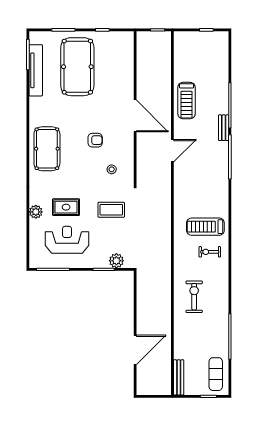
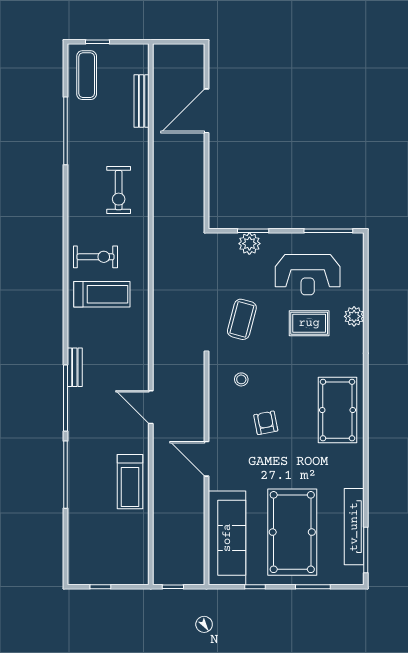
sofa: (121, 63) -> (227, 538), added
treadmill: (187, 101) -> (130, 482), turned 180
door: (135, 116) -> (206, 459), width x0.73
bench: (224, 128) -> (75, 367), moved
armchair: (95, 140) -> (266, 423), turned 79
door: (172, 151) -> (151, 407), hinge flipped
coffee table: (111, 210) -> (242, 319), turned -75
exercise bike: (210, 252) -> (95, 257), width x1.38, depth x1.39
plant: (116, 261) -> (249, 244), moved
bench: (179, 377) -> (142, 101), moved

